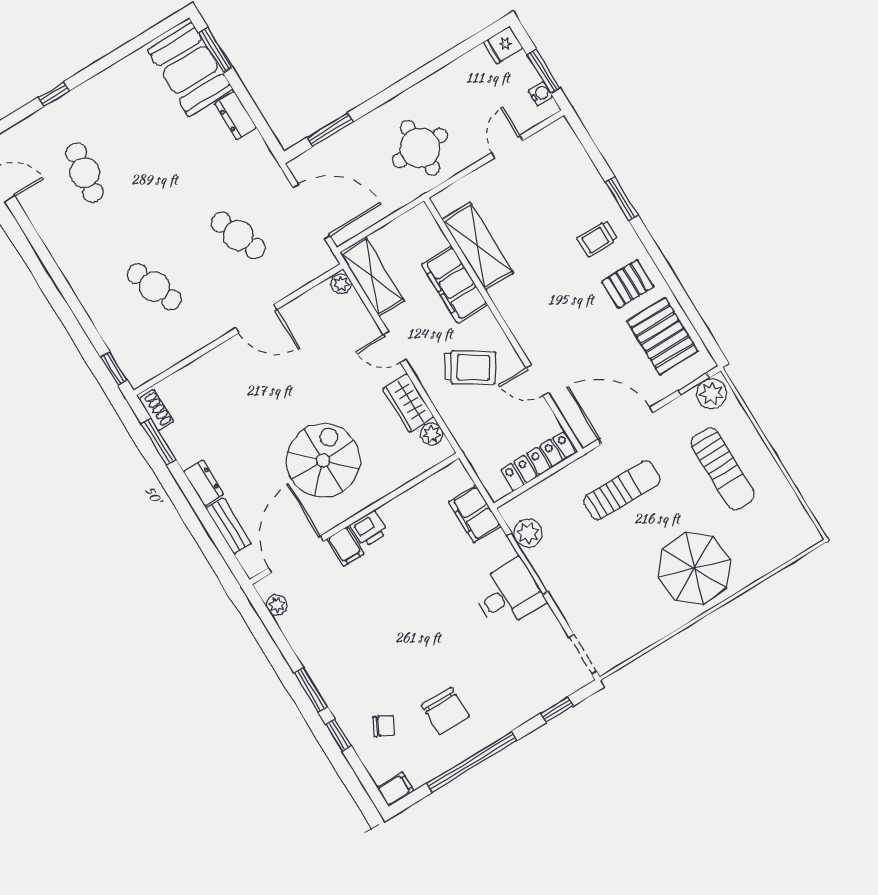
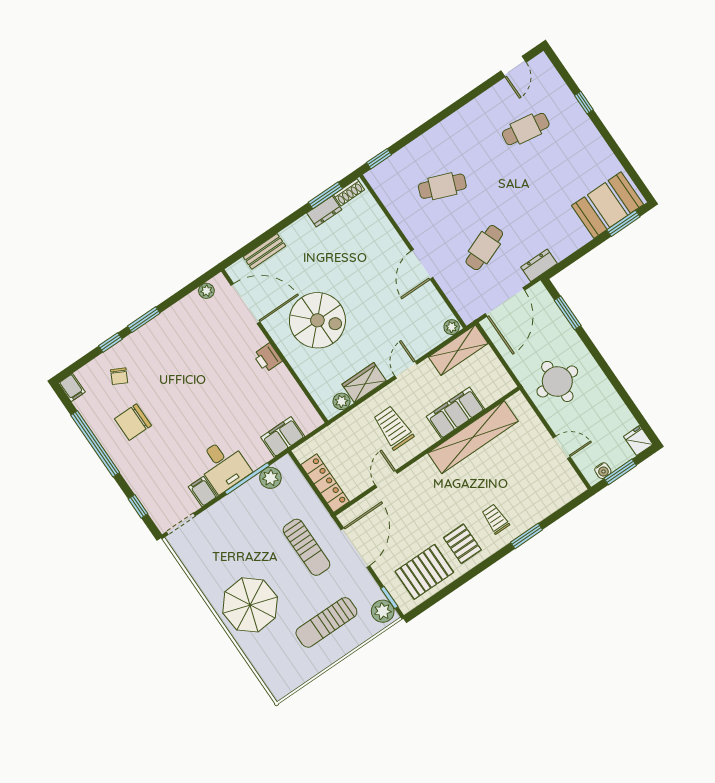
dresser: (236, 116) -> (539, 265), moved
shelving: (478, 246) -> (473, 437), width x1.47
cafe table: (154, 287) -> (442, 186), turned 42
trolley: (470, 367) -> (393, 428), turned 147
dresser: (204, 483) -> (324, 211), moved
filing cabinet: (345, 546) -> (203, 491), moved, turned 90

